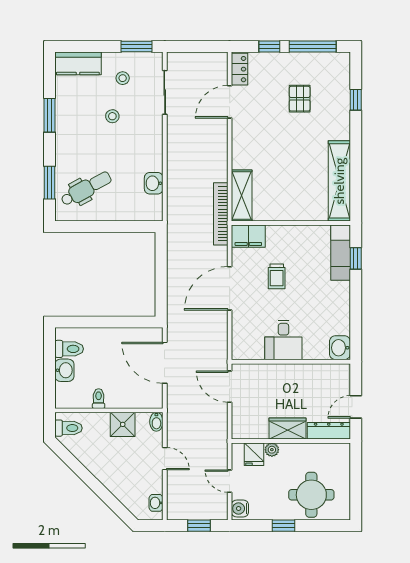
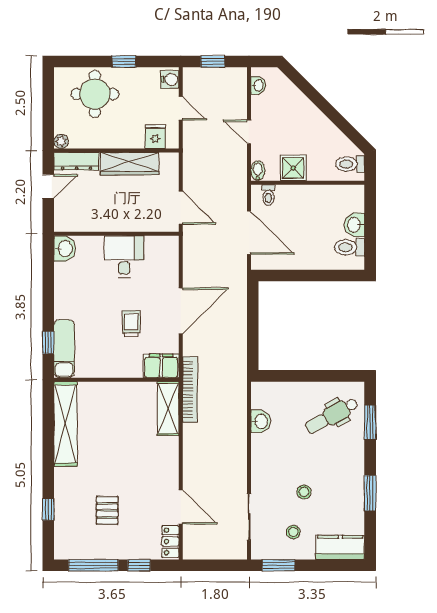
door: (230, 102) -> (181, 507), hinge flipped
toilet: (99, 399) -> (268, 195), moved
wardrobe: (287, 428) -> (130, 164), width x1.50
plant: (272, 450) -> (61, 141), moved

